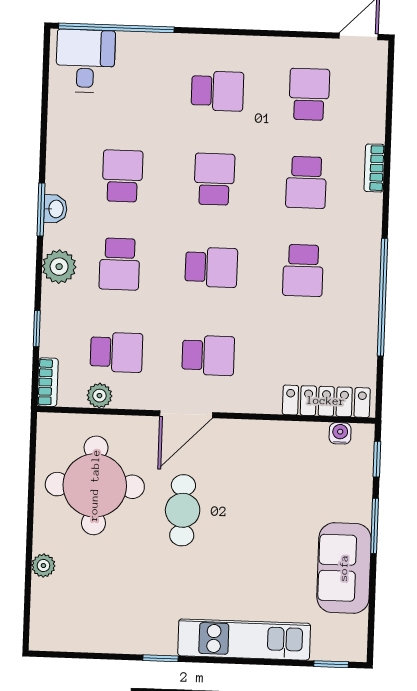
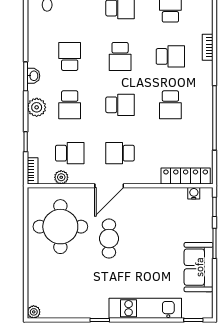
school desk: (214, 179) -> (120, 56), turned 180
school desk: (306, 182) -> (170, 56), turned -90
school desk: (208, 355) -> (120, 153), turned 180
plant: (43, 566) -> (34, 312), moved

